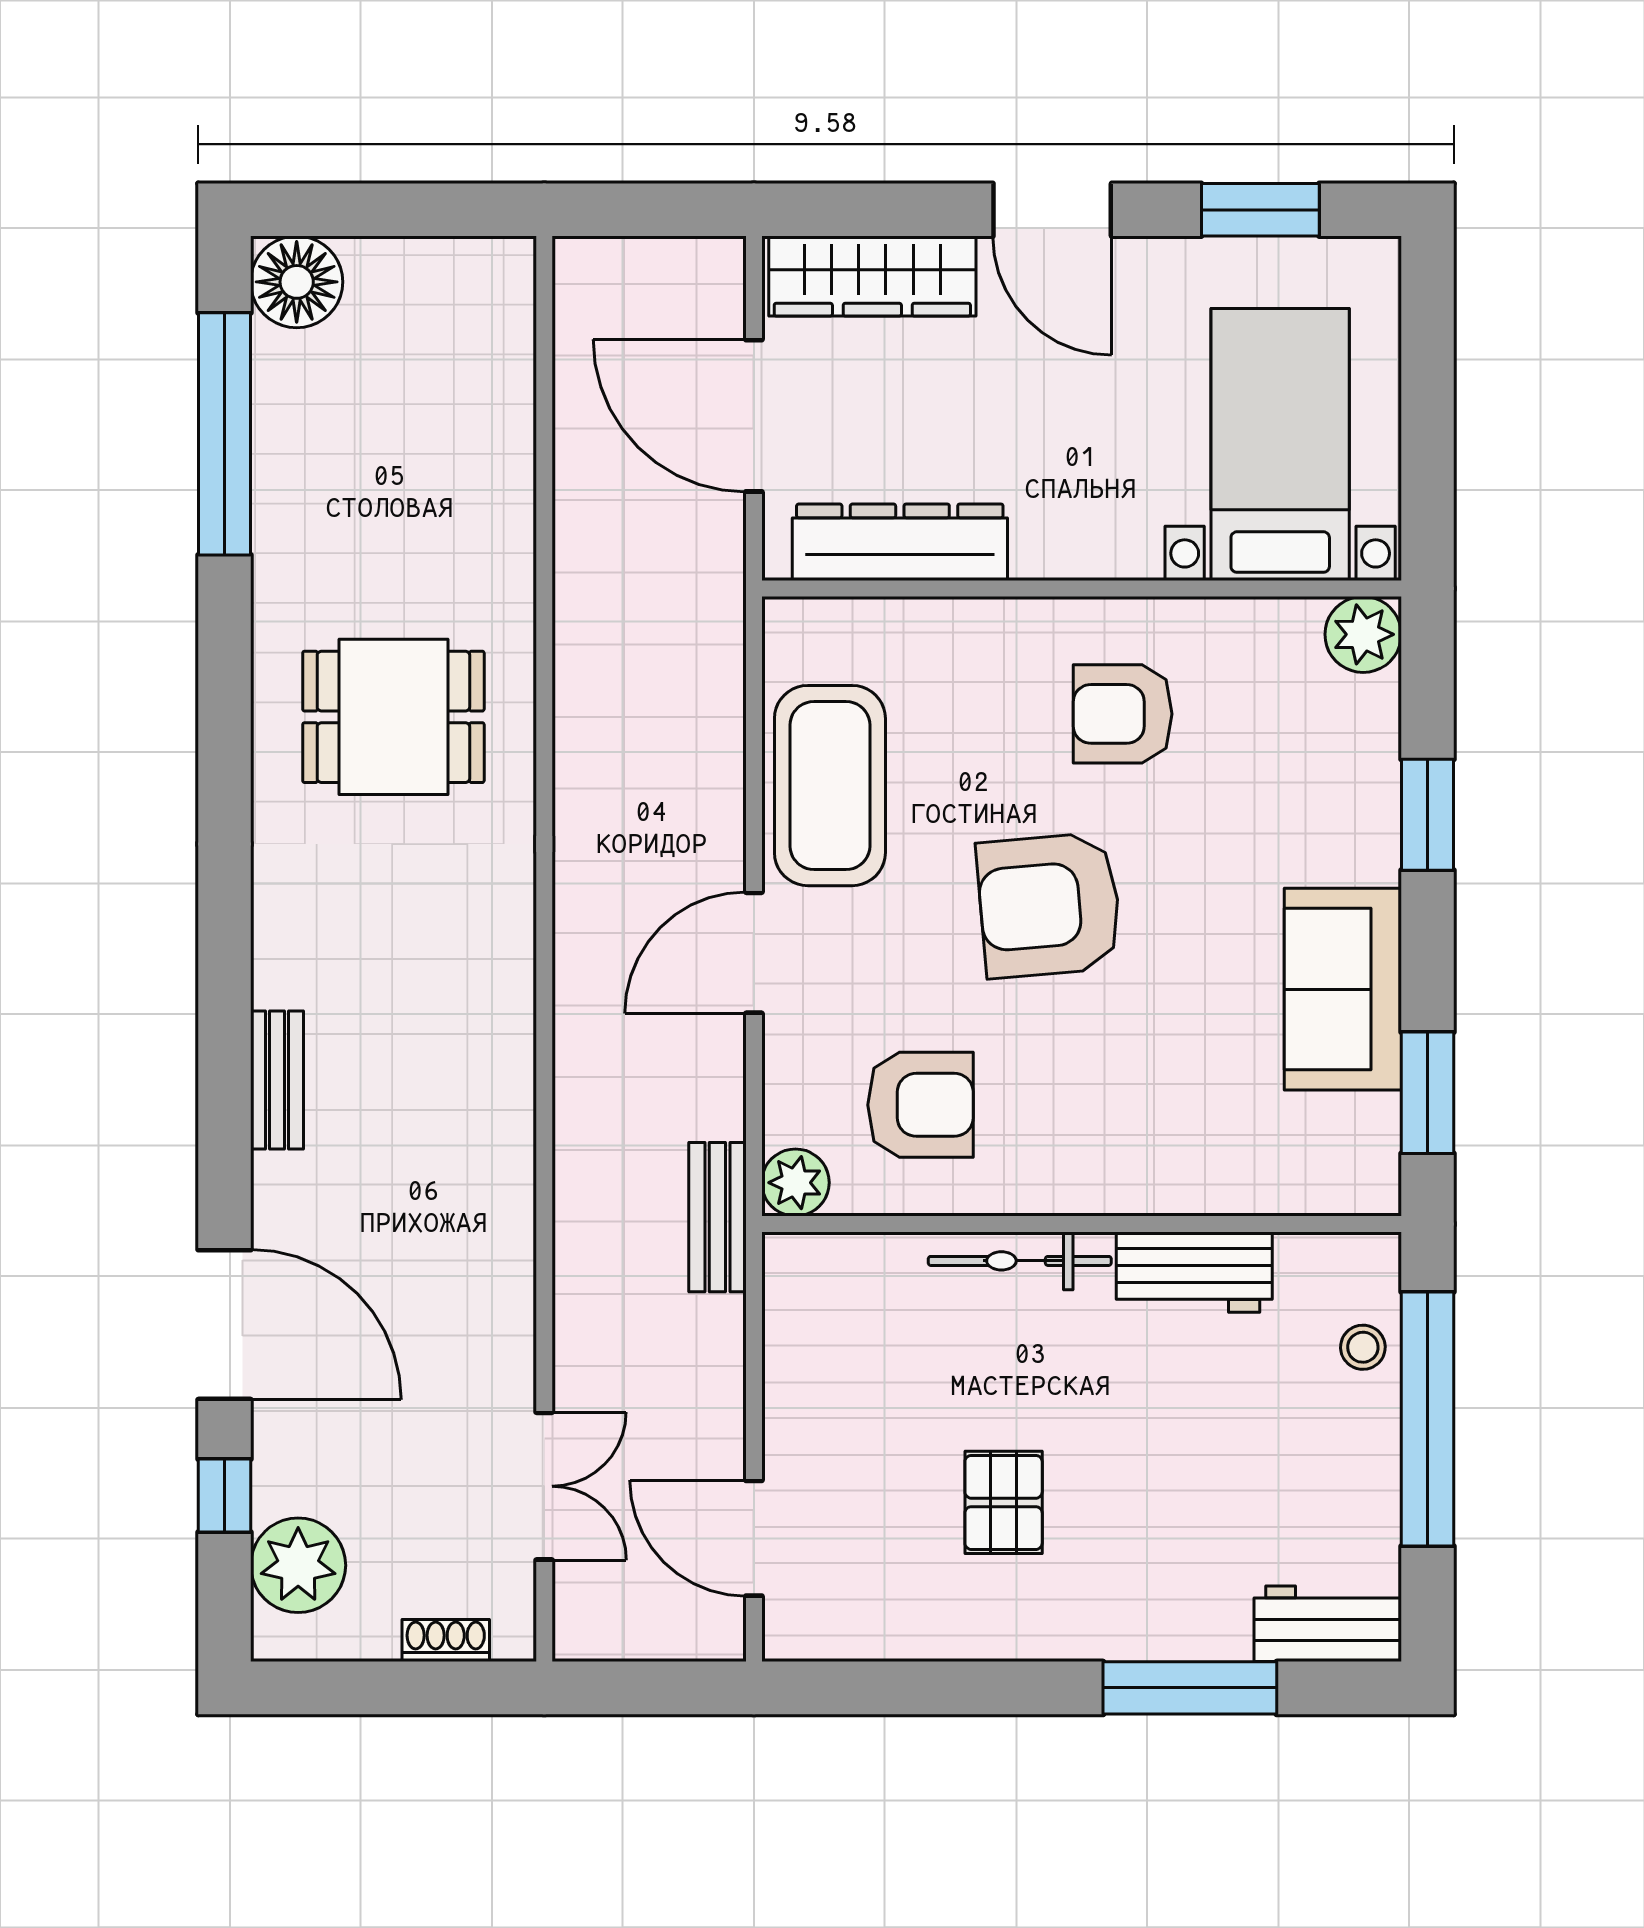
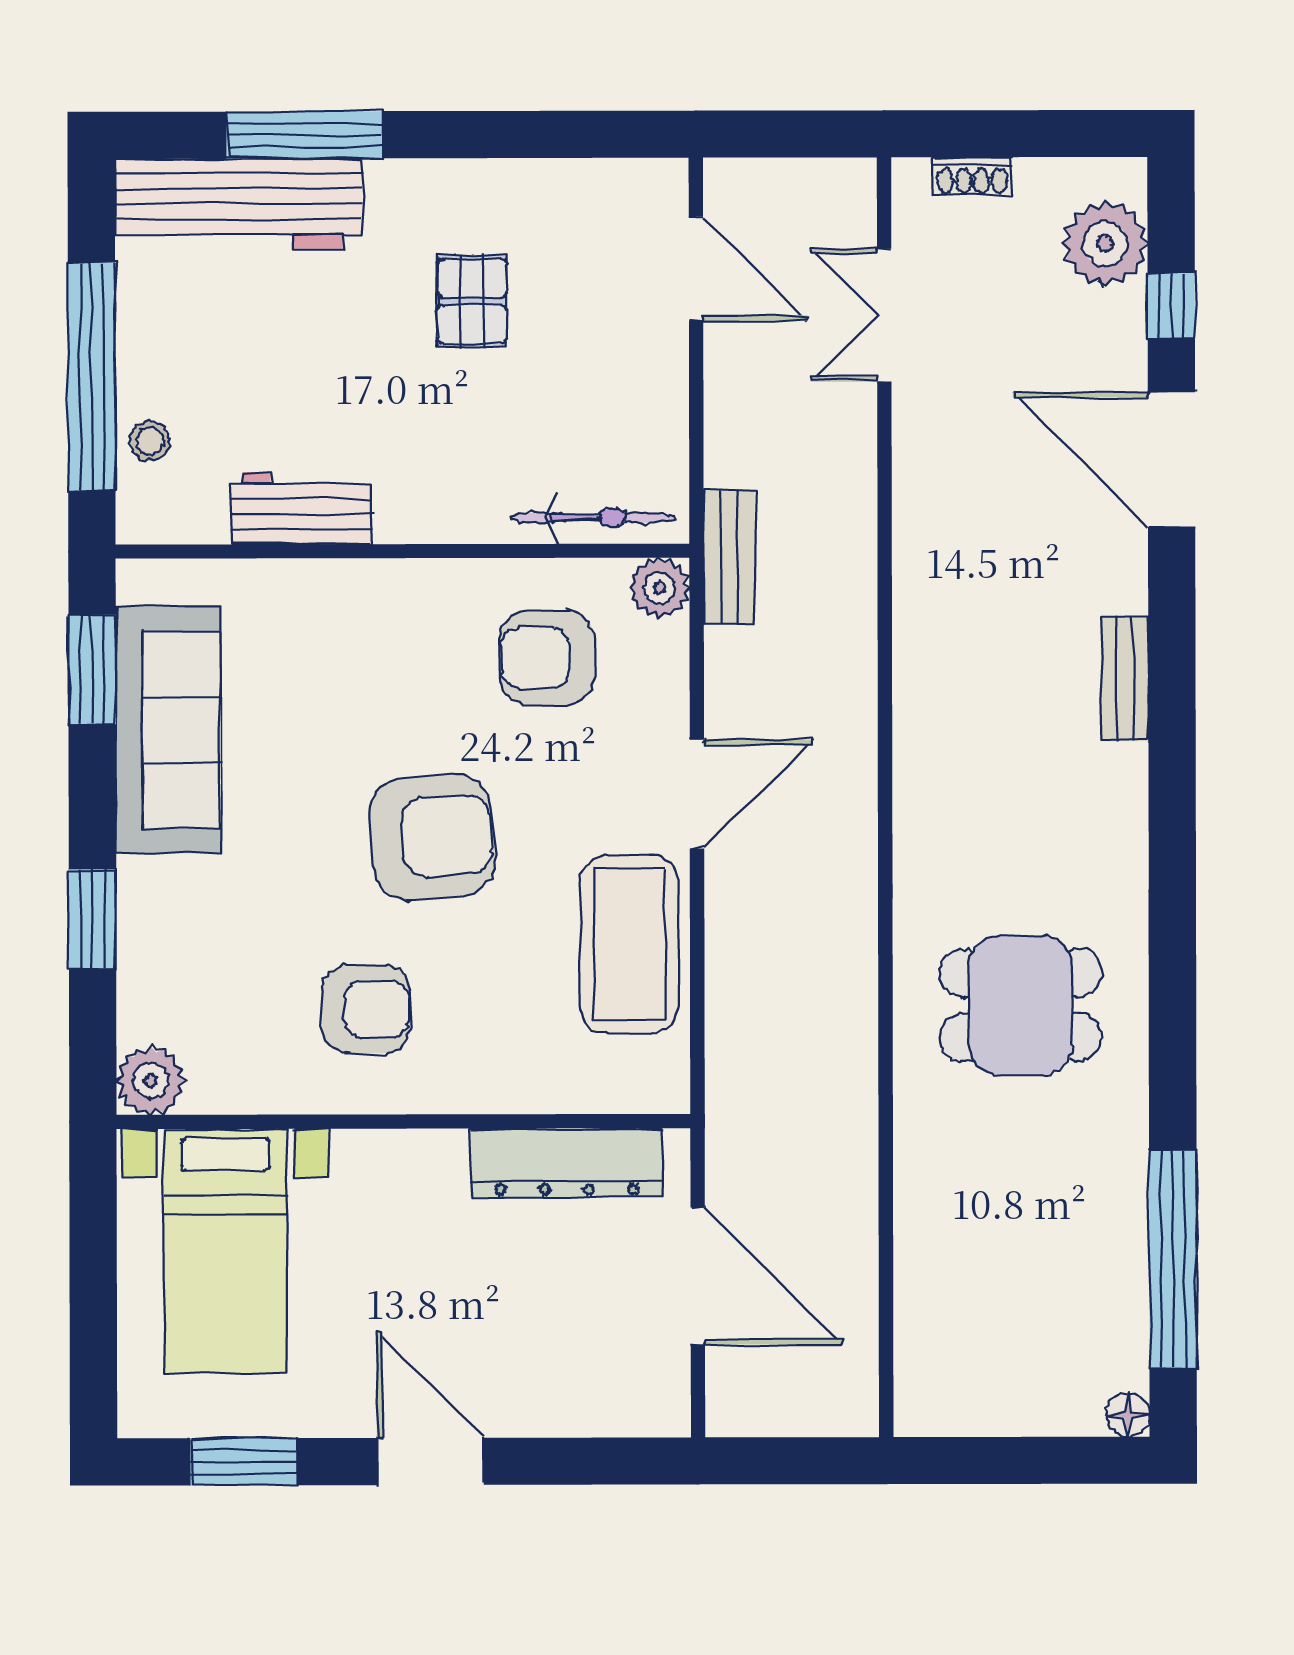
wardrobe: (872, 276) -> (592, 1402), removed
floor lamp: (297, 282) -> (1128, 1415), width x0.53, depth x0.53
sofa: (1343, 989) -> (168, 730), width x1.36
bicycle: (1020, 1261) -> (593, 518), moved
workbench: (1328, 1624) -> (239, 204), width x1.88, depth x1.32

